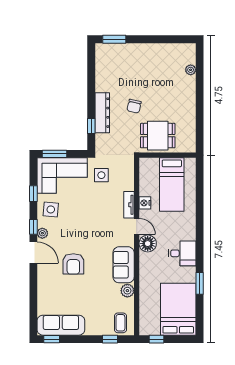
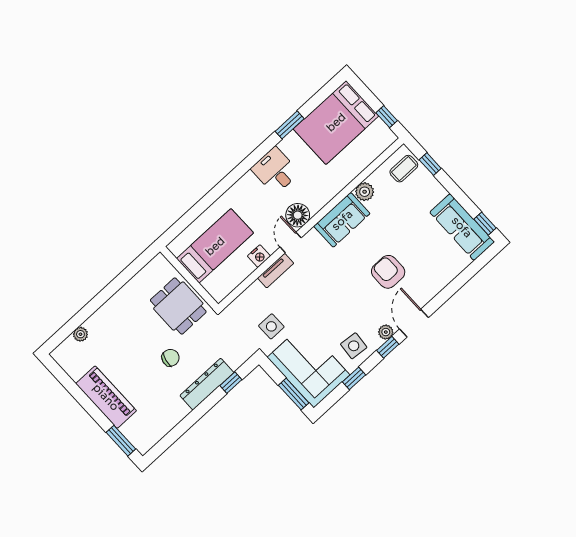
piano: (145, 53) -> (106, 397), added
armchair: (73, 264) -> (388, 272), turned -90

